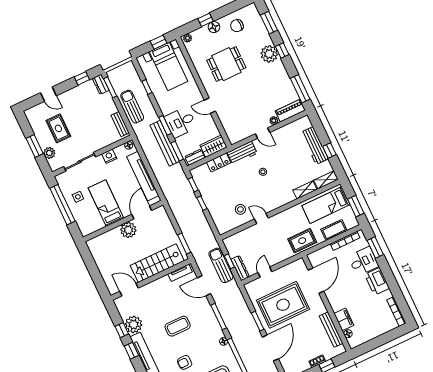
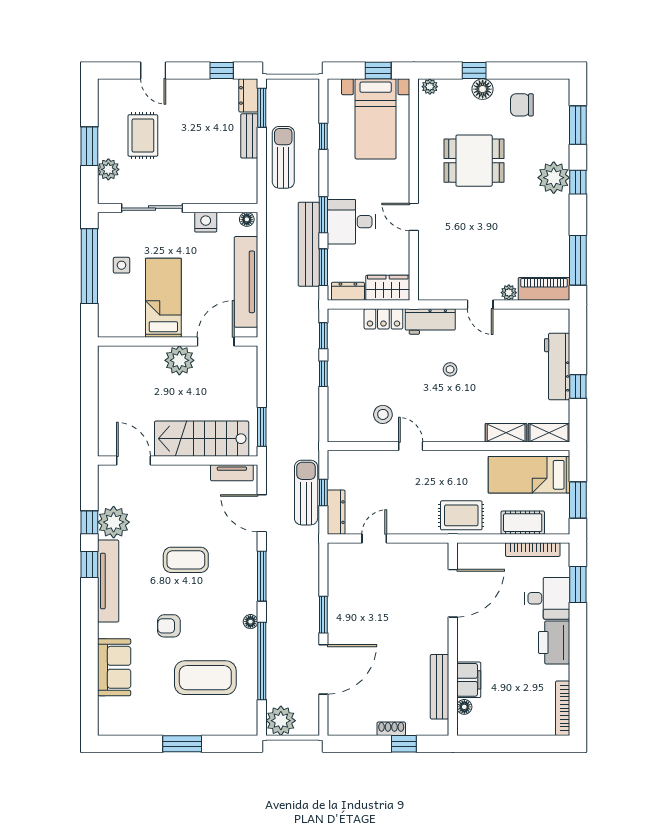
bench: (120, 124) -> (249, 136), moved
rug: (283, 305) -> (379, 607), removed

